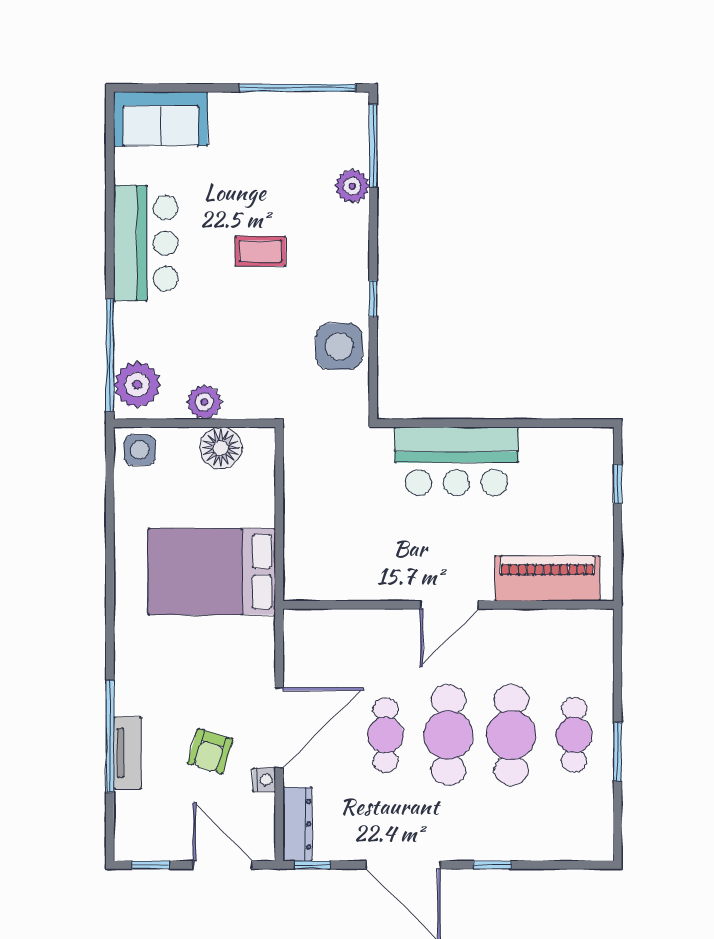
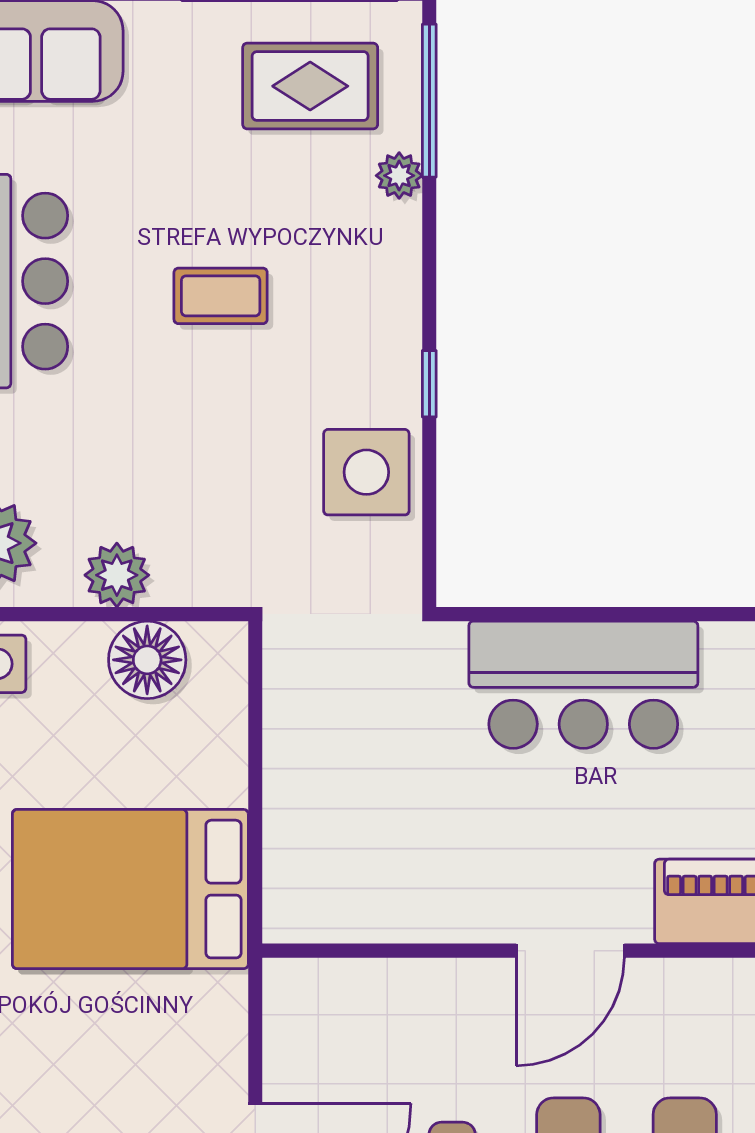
rug: (309, 138) -> (310, 86), added
plant: (352, 186) -> (399, 176), width x0.73, depth x0.73

